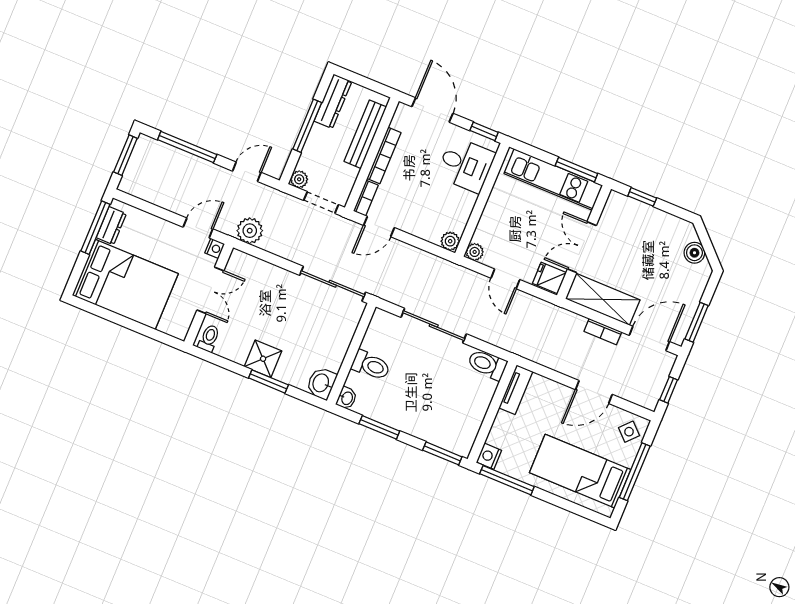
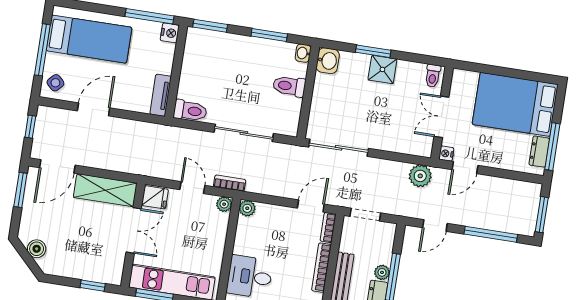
plant: (299, 179) -> (382, 272), moved
bookcase: (603, 332) -> (230, 183), moved

